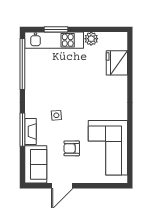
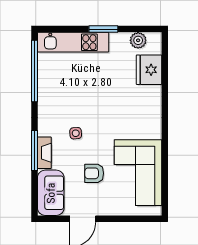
window: (56, 29) -> (103, 29), moved
plant: (91, 39) -> (138, 40), moved

